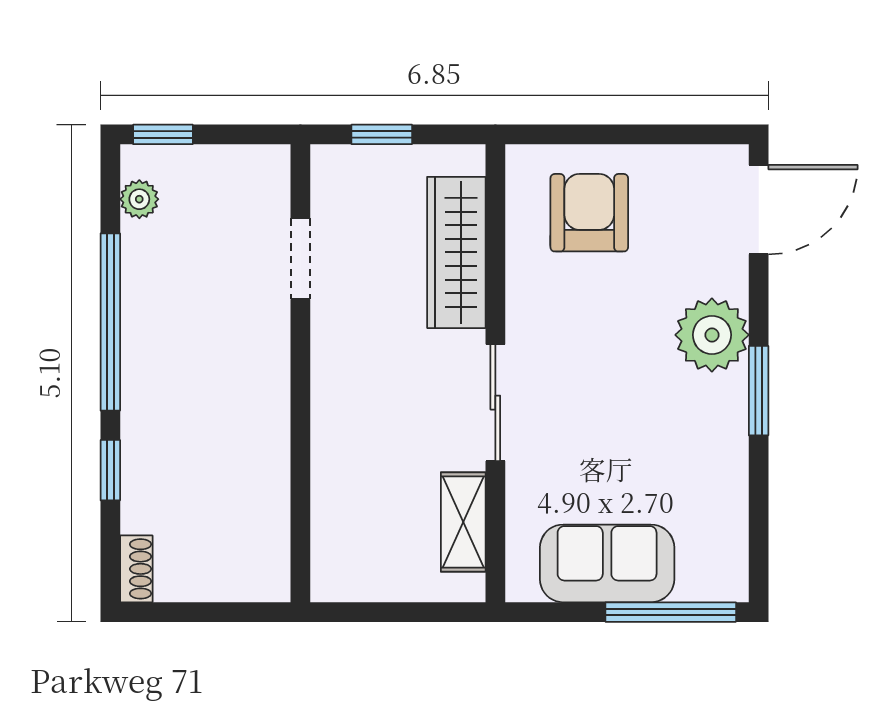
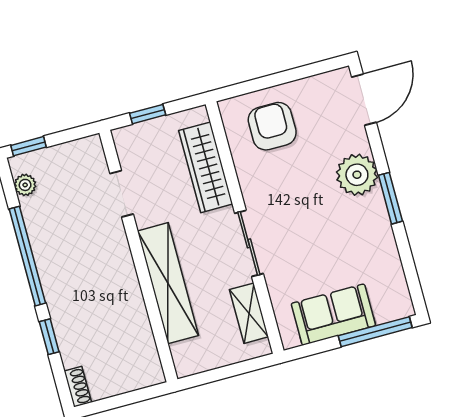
shelving: (338, 433) -> (168, 283), added

